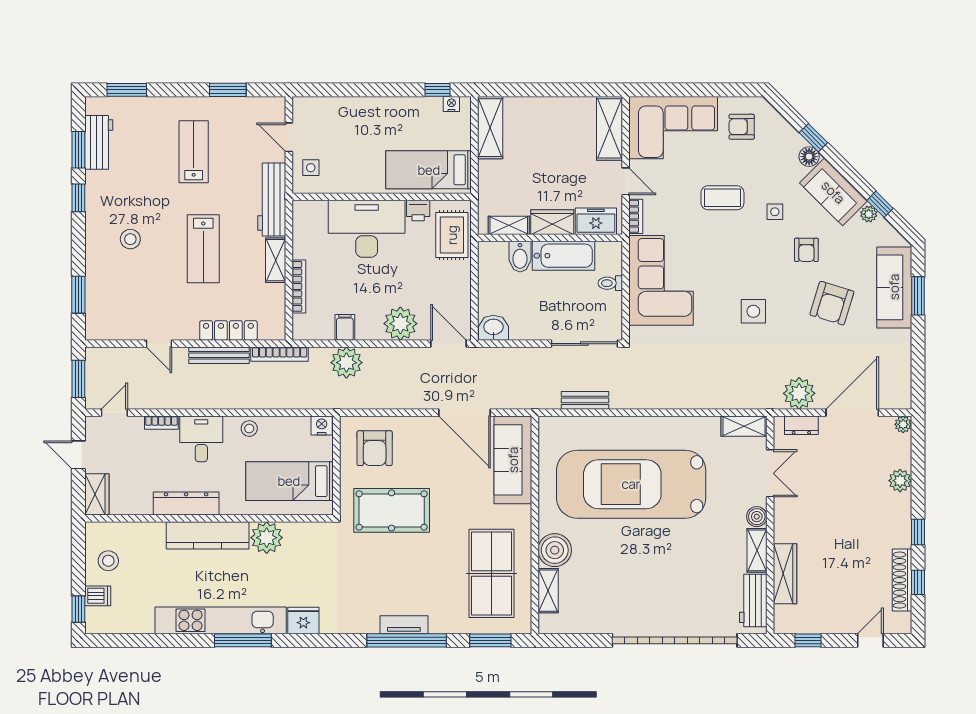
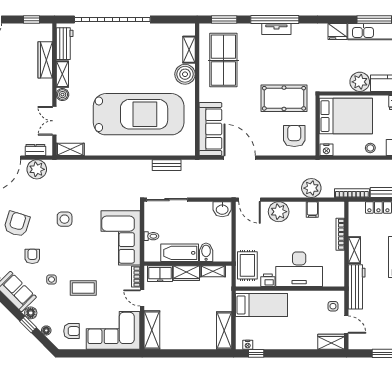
wardrobe: (314, 109) -> (331, 342), added
floor lamp: (783, 128) -> (46, 330), added
bed: (289, 481) -> (346, 116), width x1.50

